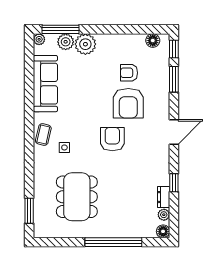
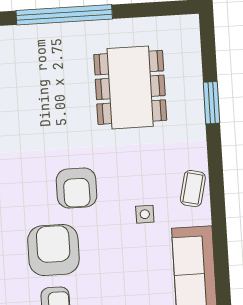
side table: (64, 147) -> (145, 214), moved
window: (29, 211) -> (211, 103), moved

